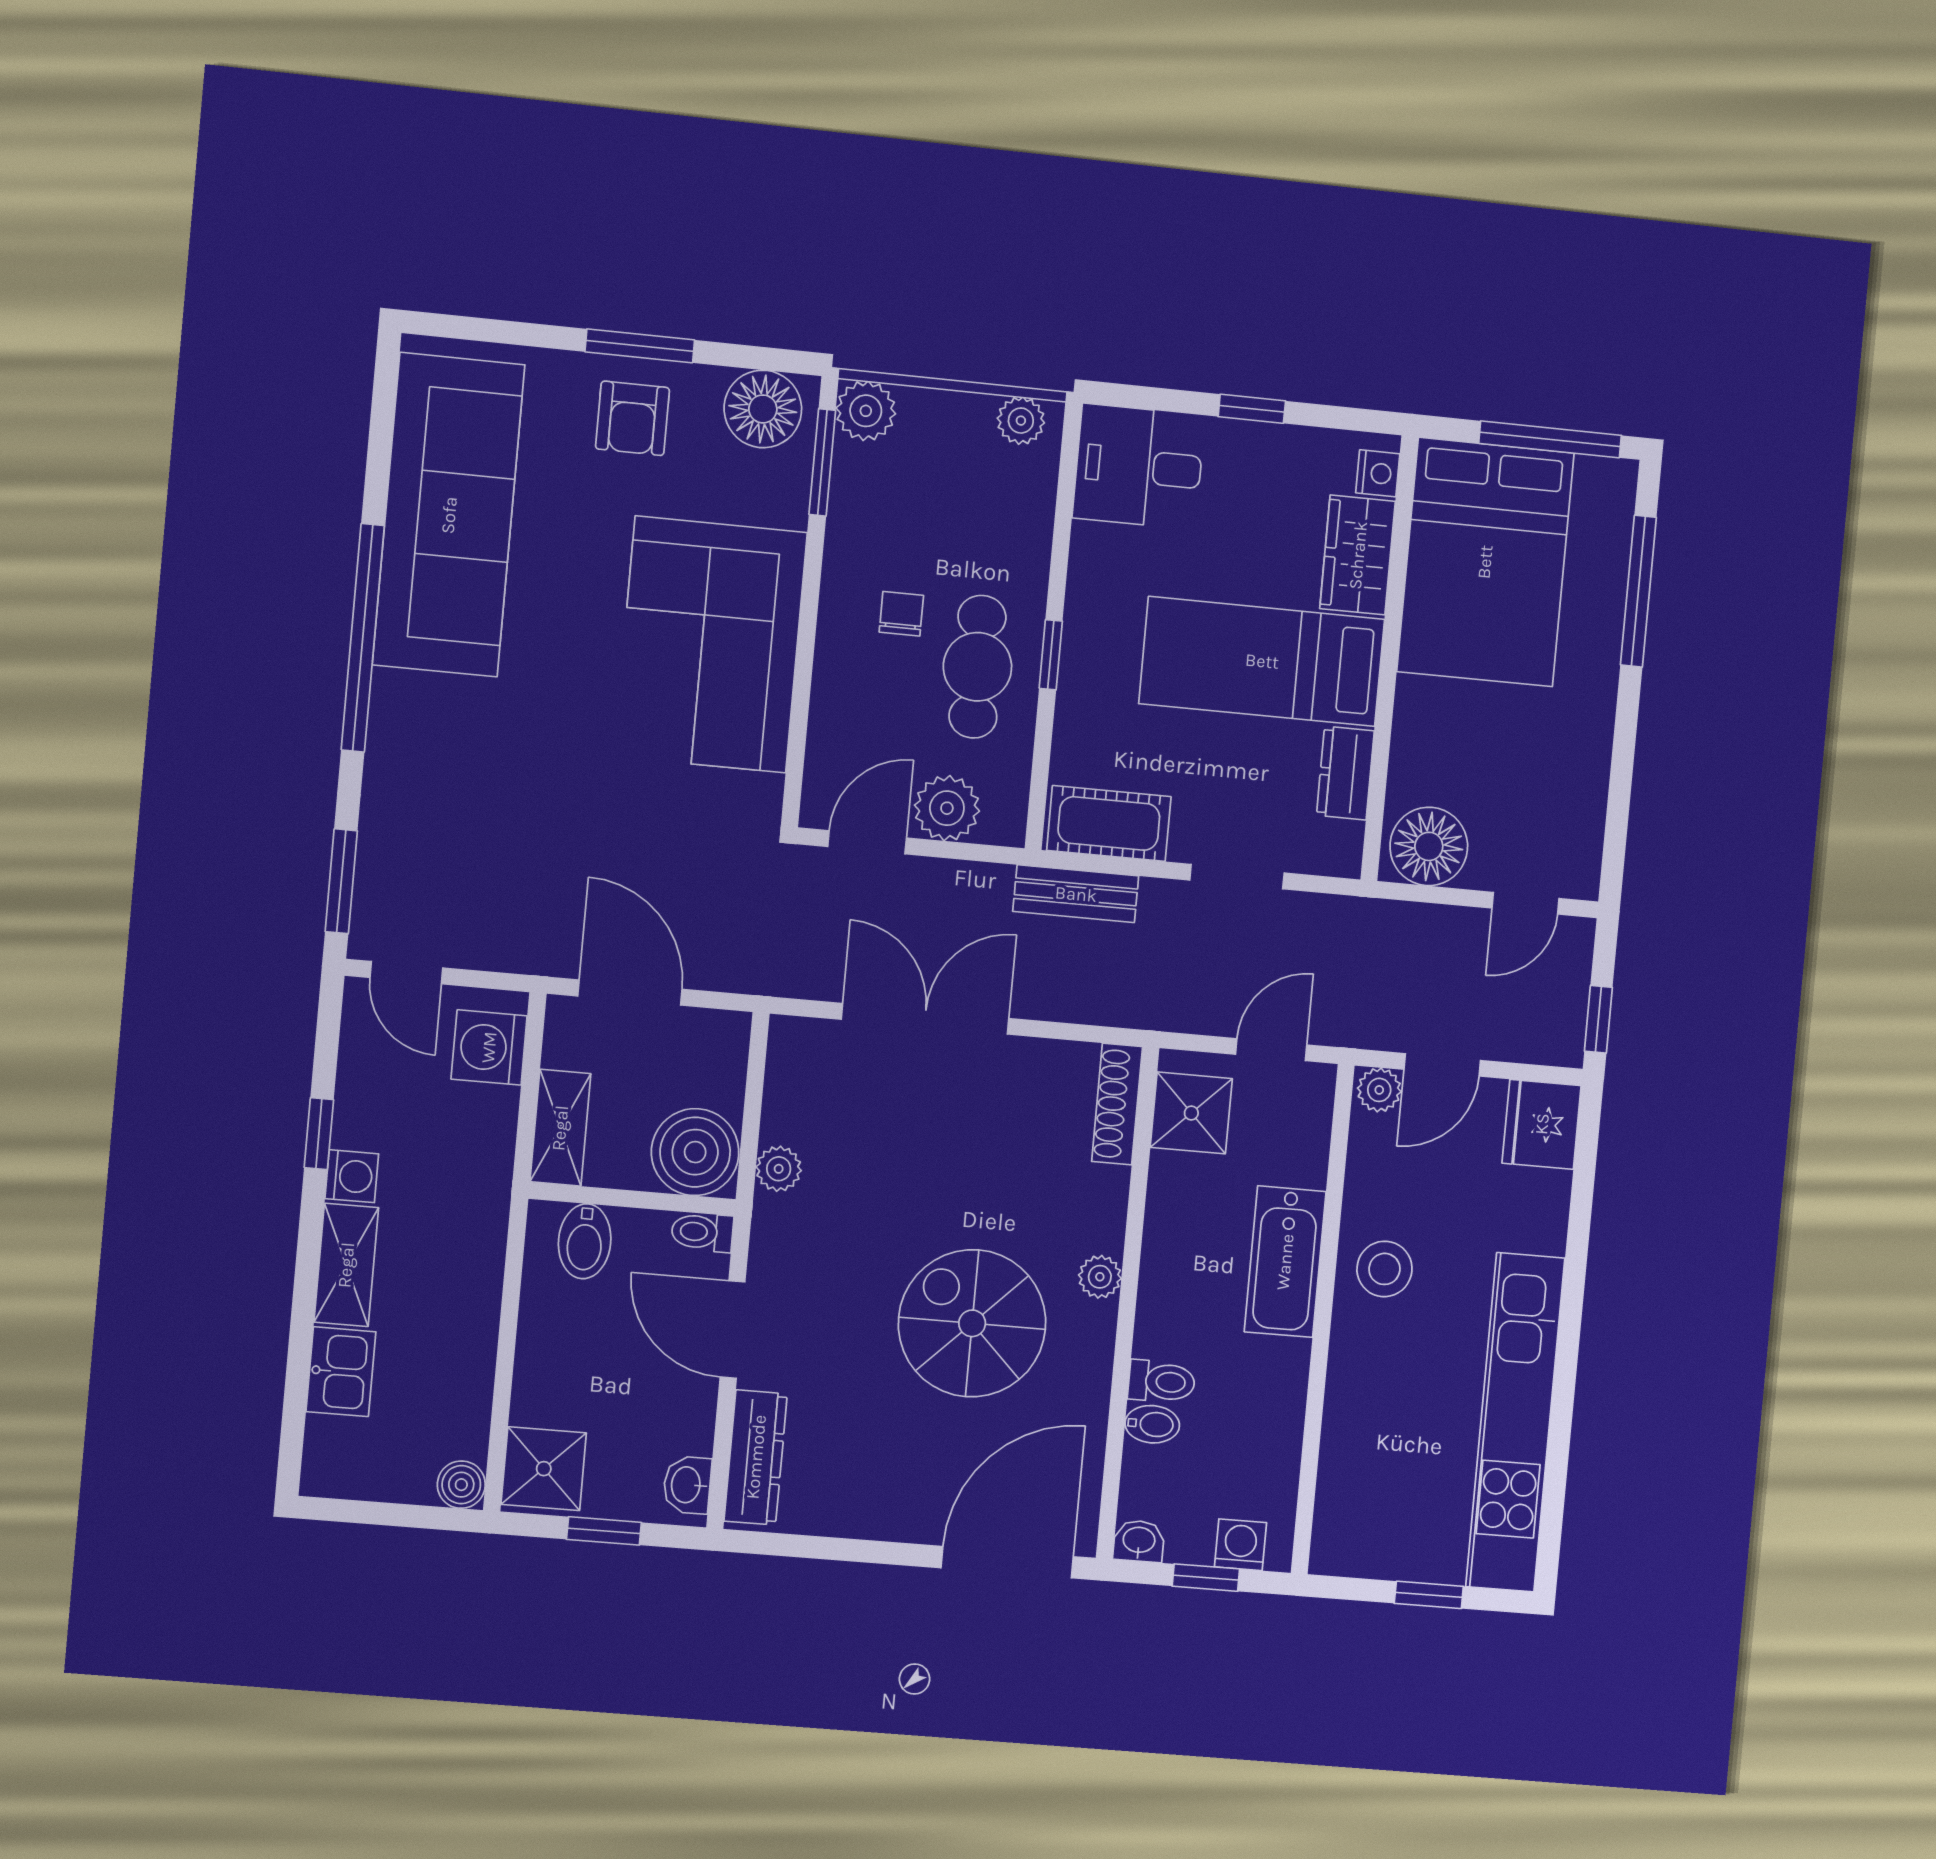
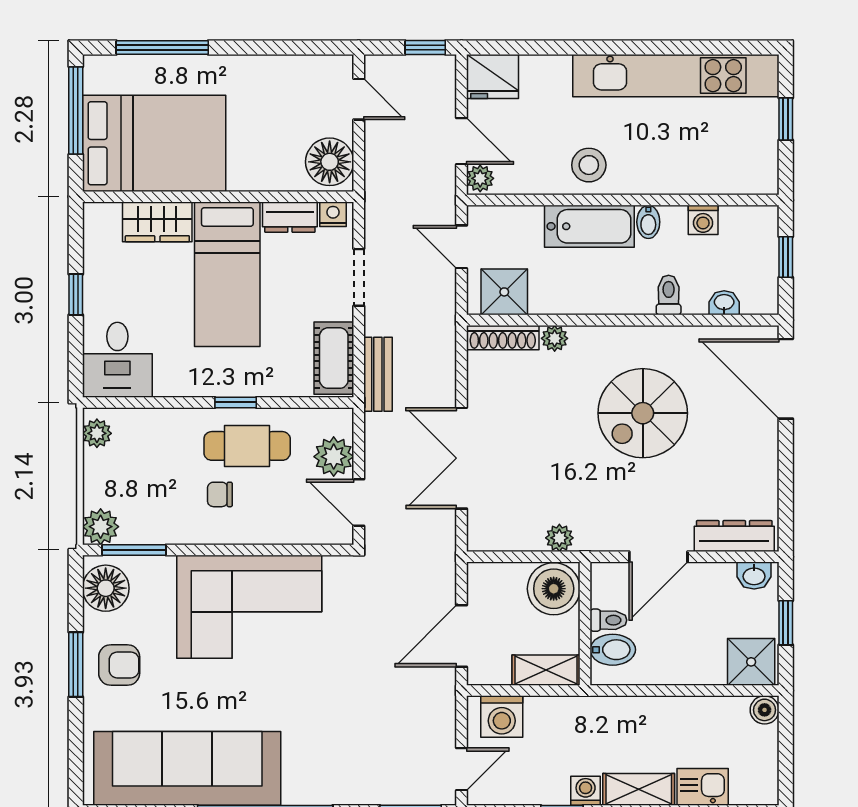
nightstand: (1378, 473) -> (333, 214), moved
toilet: (702, 1232) -> (608, 620), moved, turned -90
plant: (1100, 1277) -> (555, 338), moved
bidet: (1152, 1424) -> (648, 222), moved, turned 180
washbasin: (1139, 1541) -> (724, 303), moved, turned 90
washing machine: (1241, 1545) -> (703, 220), moved, turned -90

